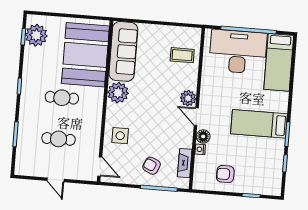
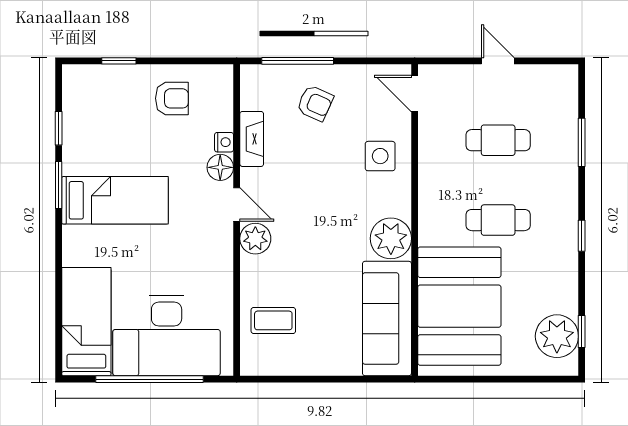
fireplace: (185, 163) -> (252, 139), moved

